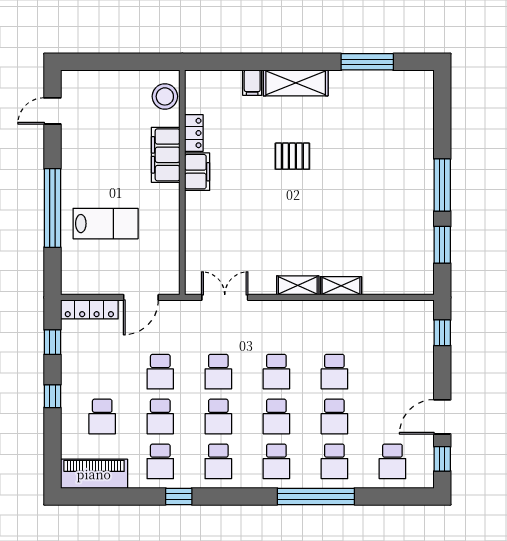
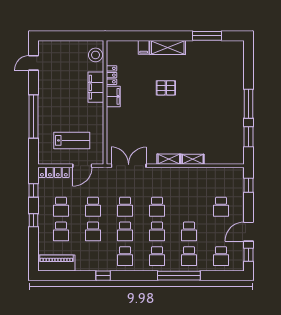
lab bench: (106, 224) -> (72, 140), moved
double door: (225, 297) -> (129, 166), width x1.37
school desk: (334, 372) -> (221, 207), moved
school desk: (160, 461) -> (61, 207), moved

